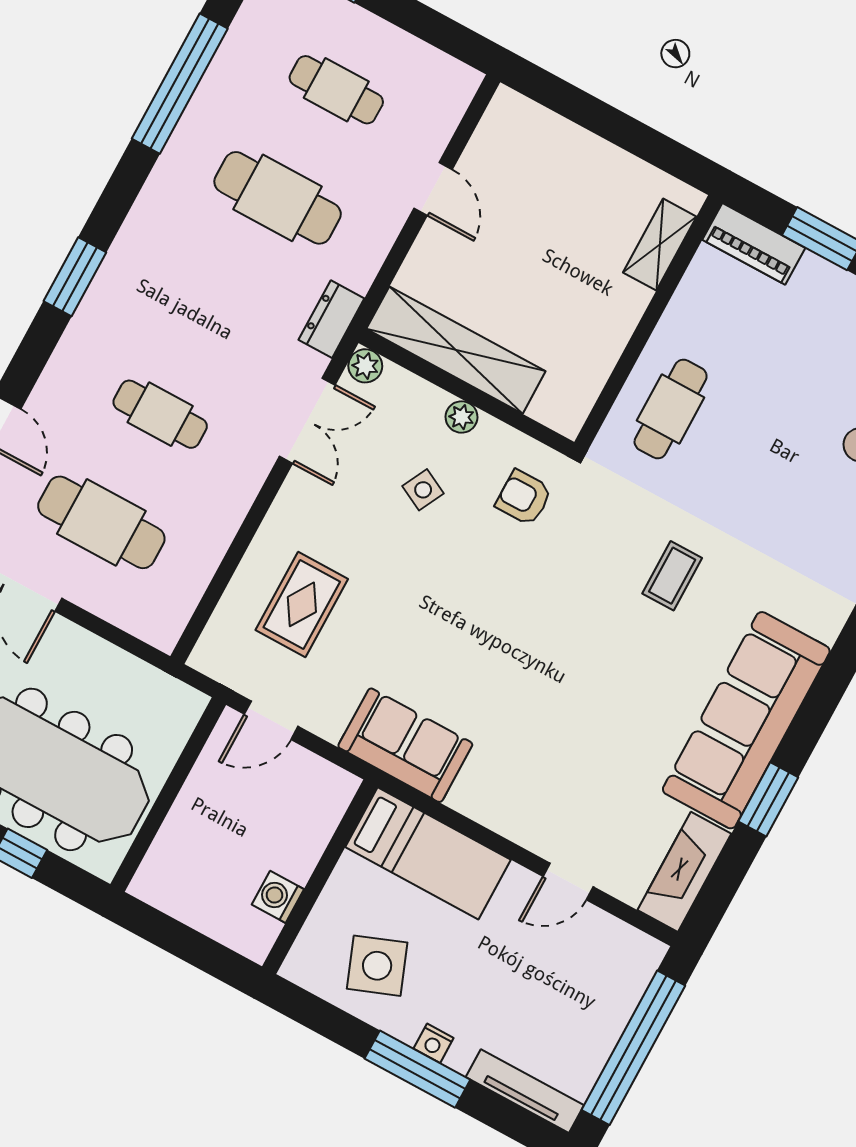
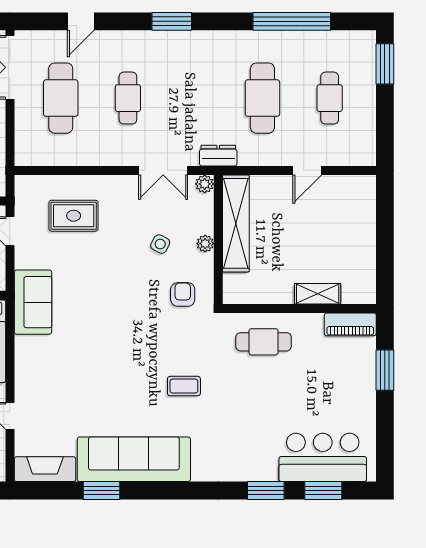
piano: (754, 244) -> (350, 324), moved, turned -90
shelving: (660, 245) -> (318, 294), moved

